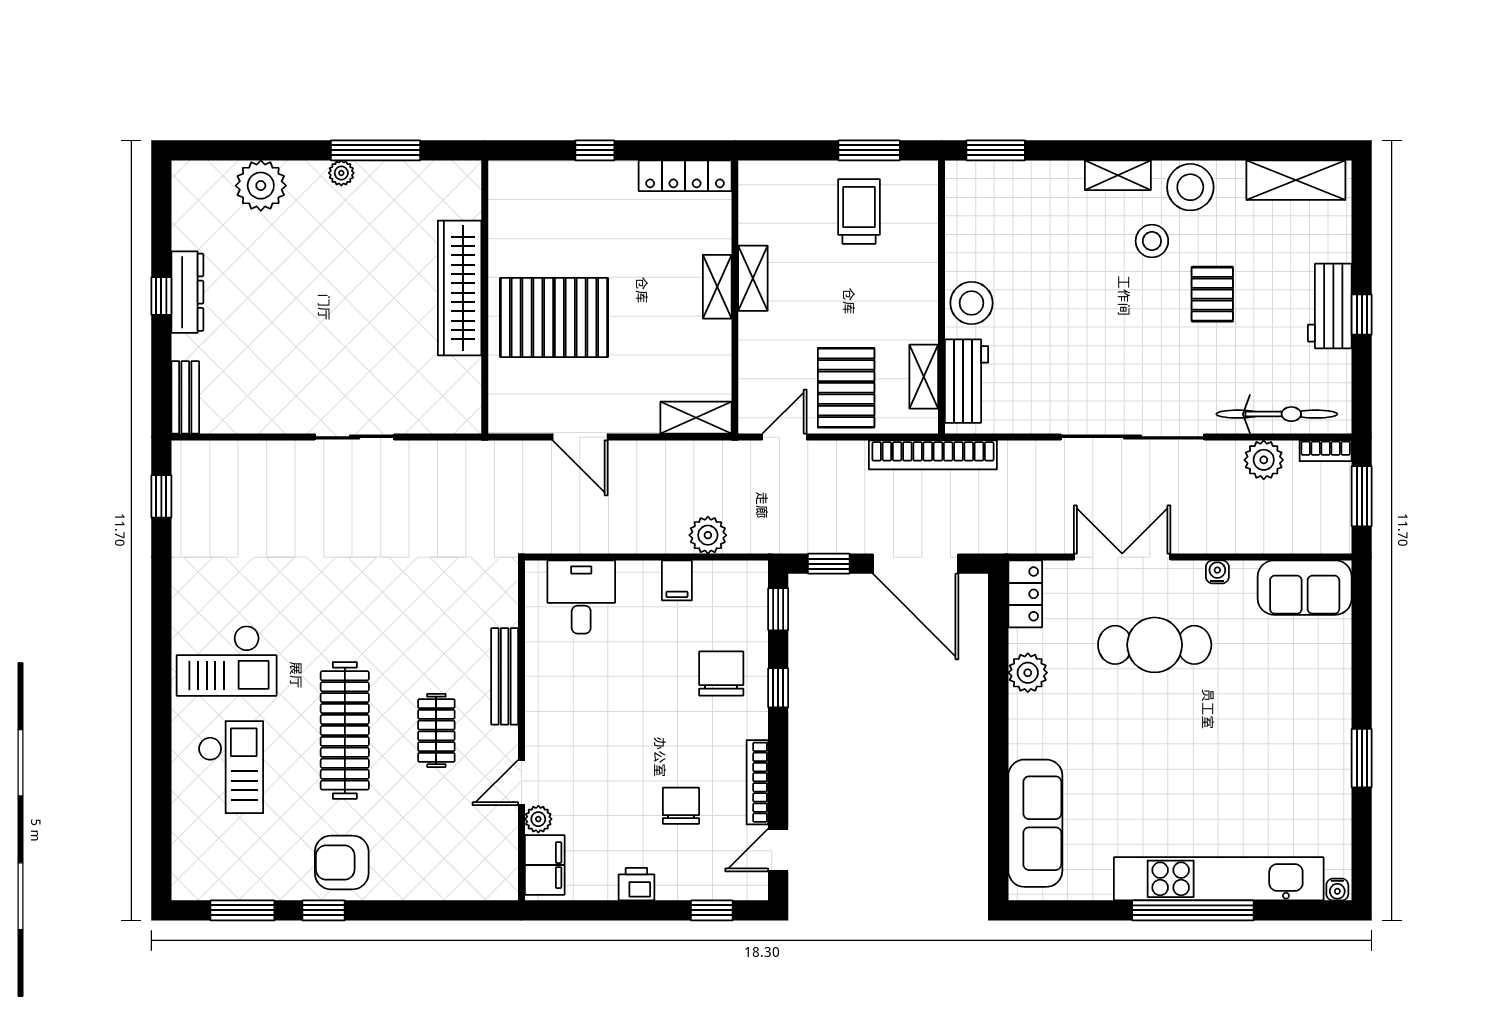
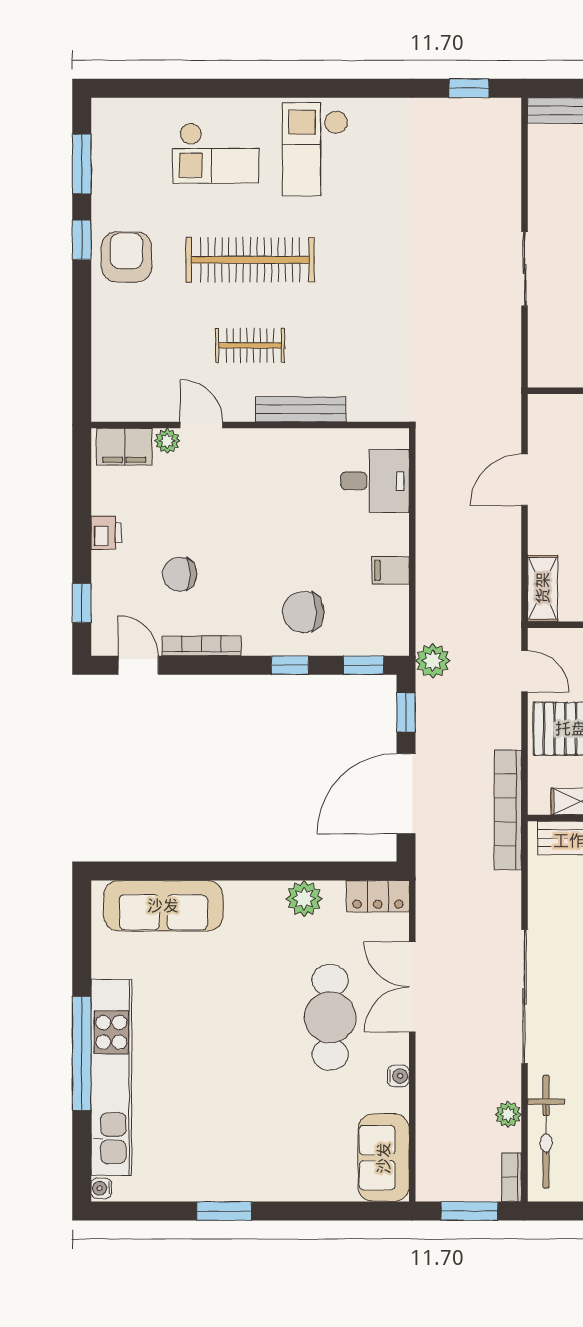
plant: (1264, 460) -> (508, 1114), width x0.73, depth x0.73
plant: (708, 535) -> (433, 661), moved
double door: (1122, 557) -> (412, 987), swing flipped
chair: (721, 674) -> (303, 612), turned 180
chair: (681, 806) -> (180, 574), turned 180

